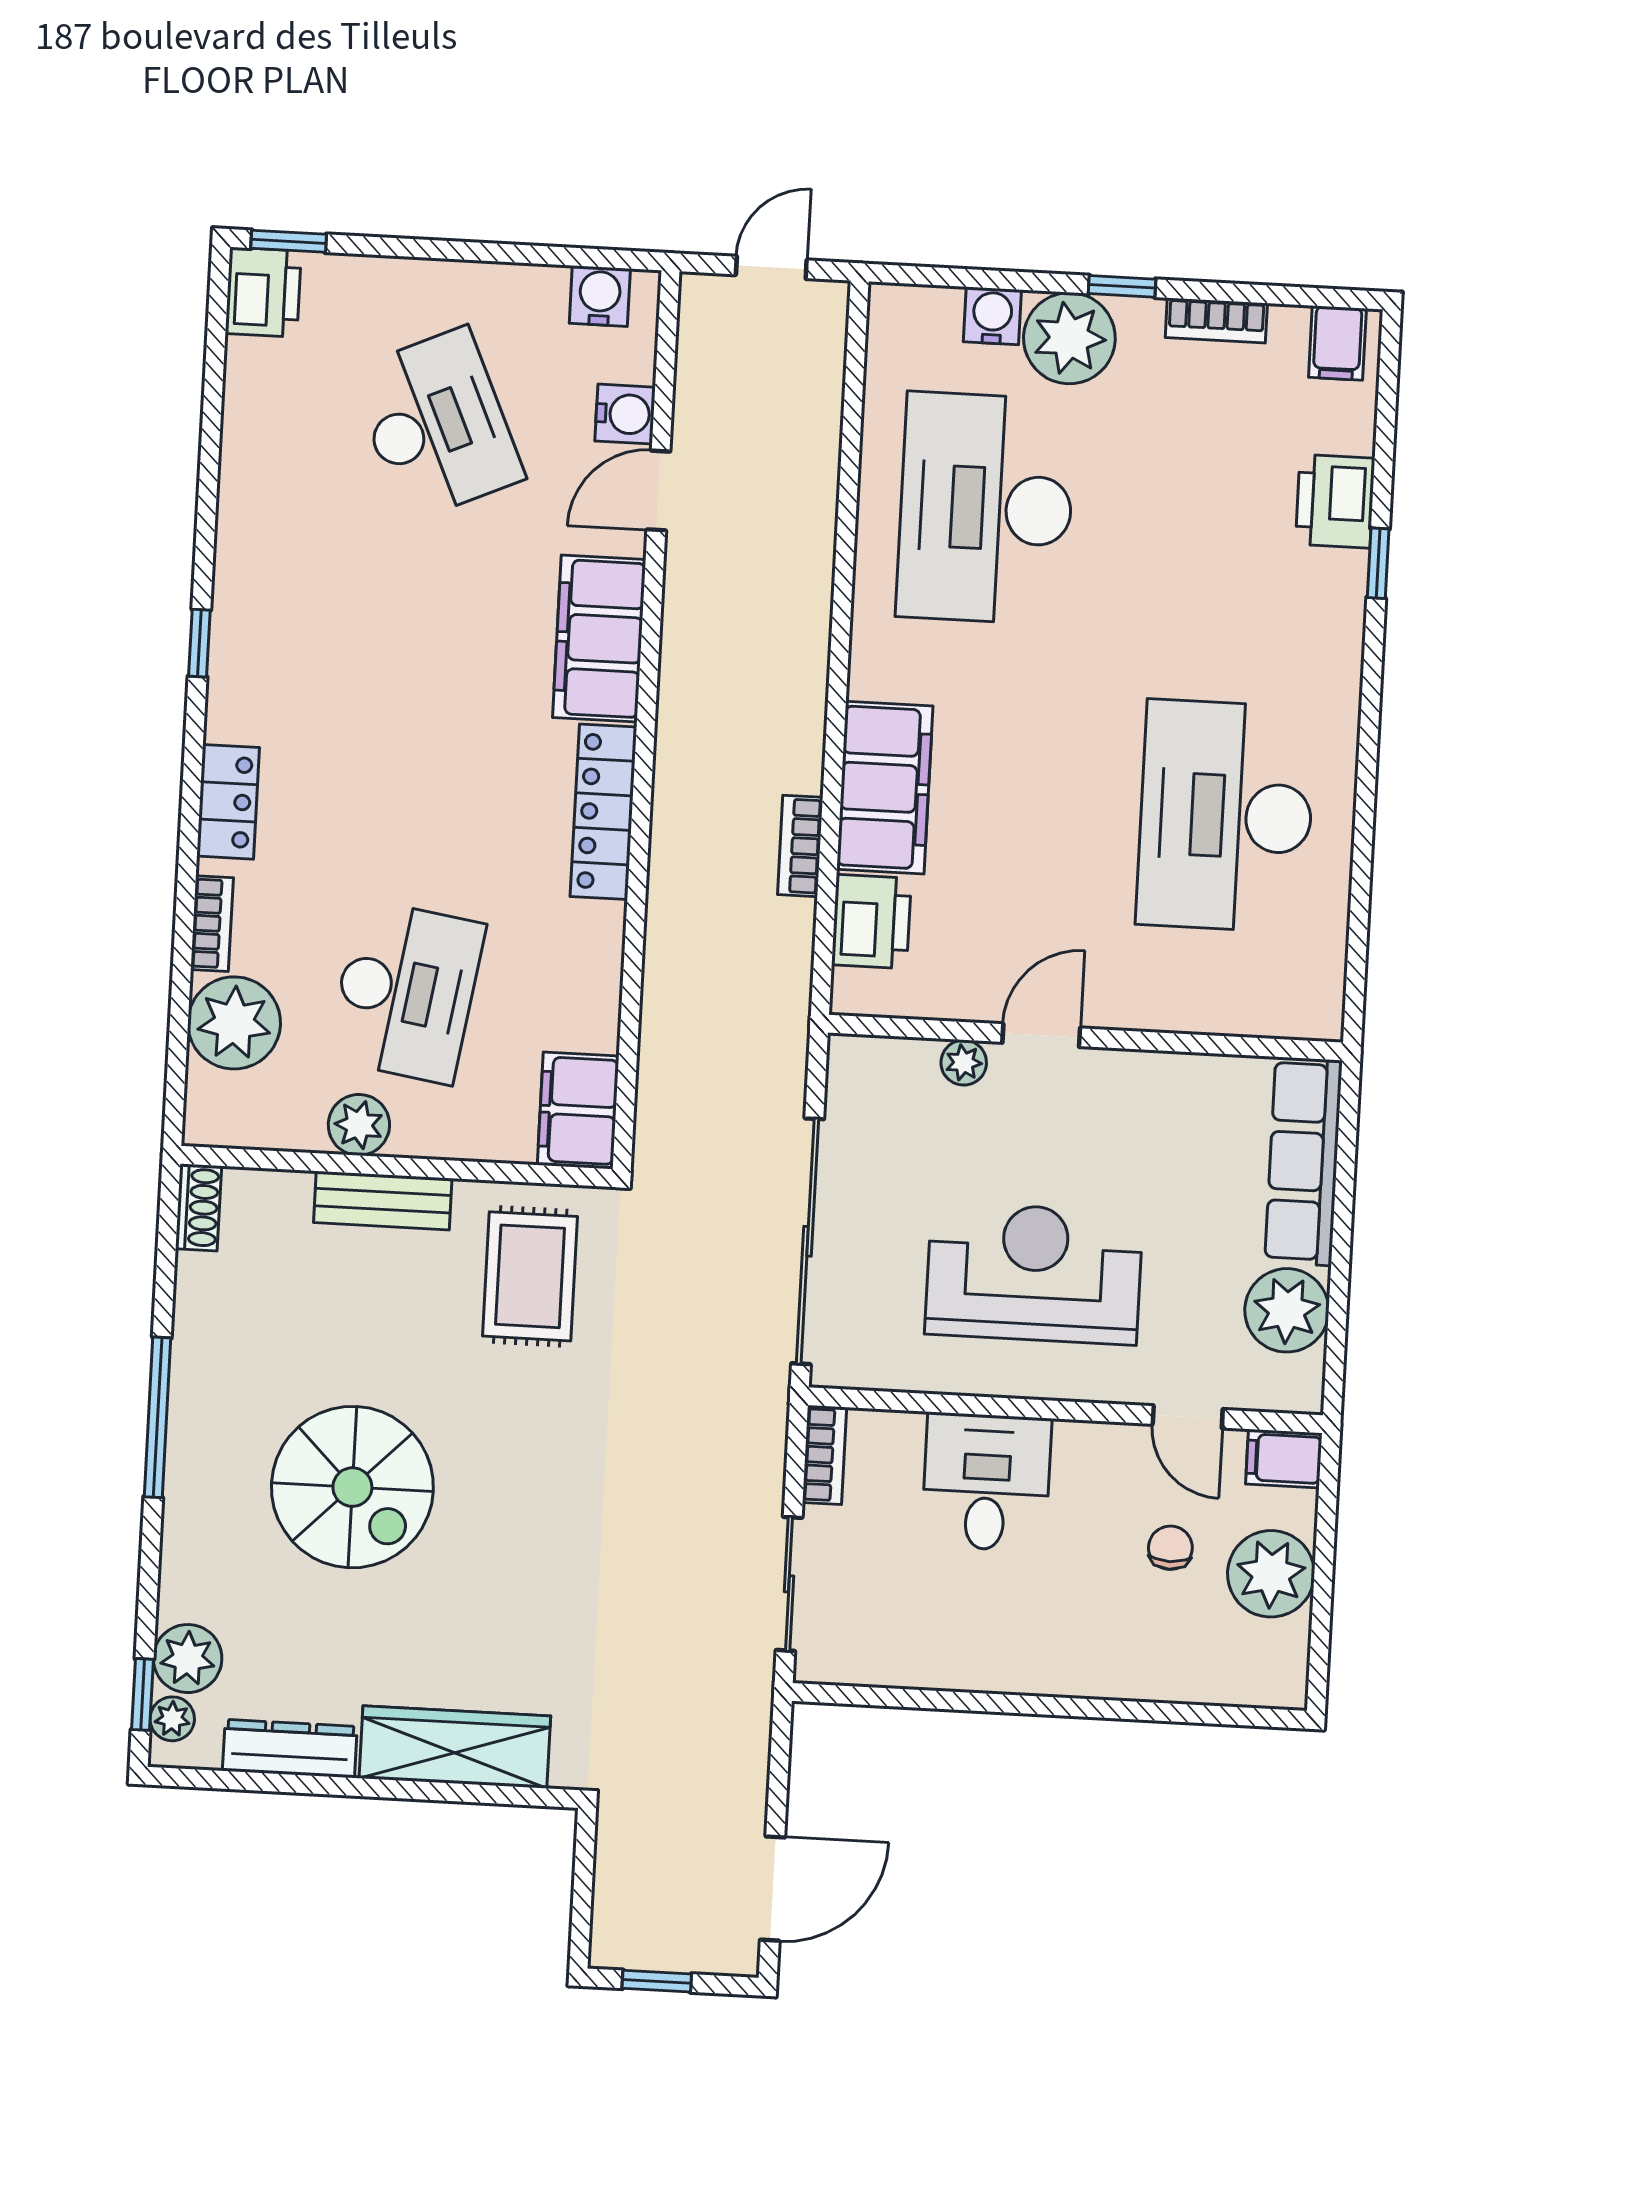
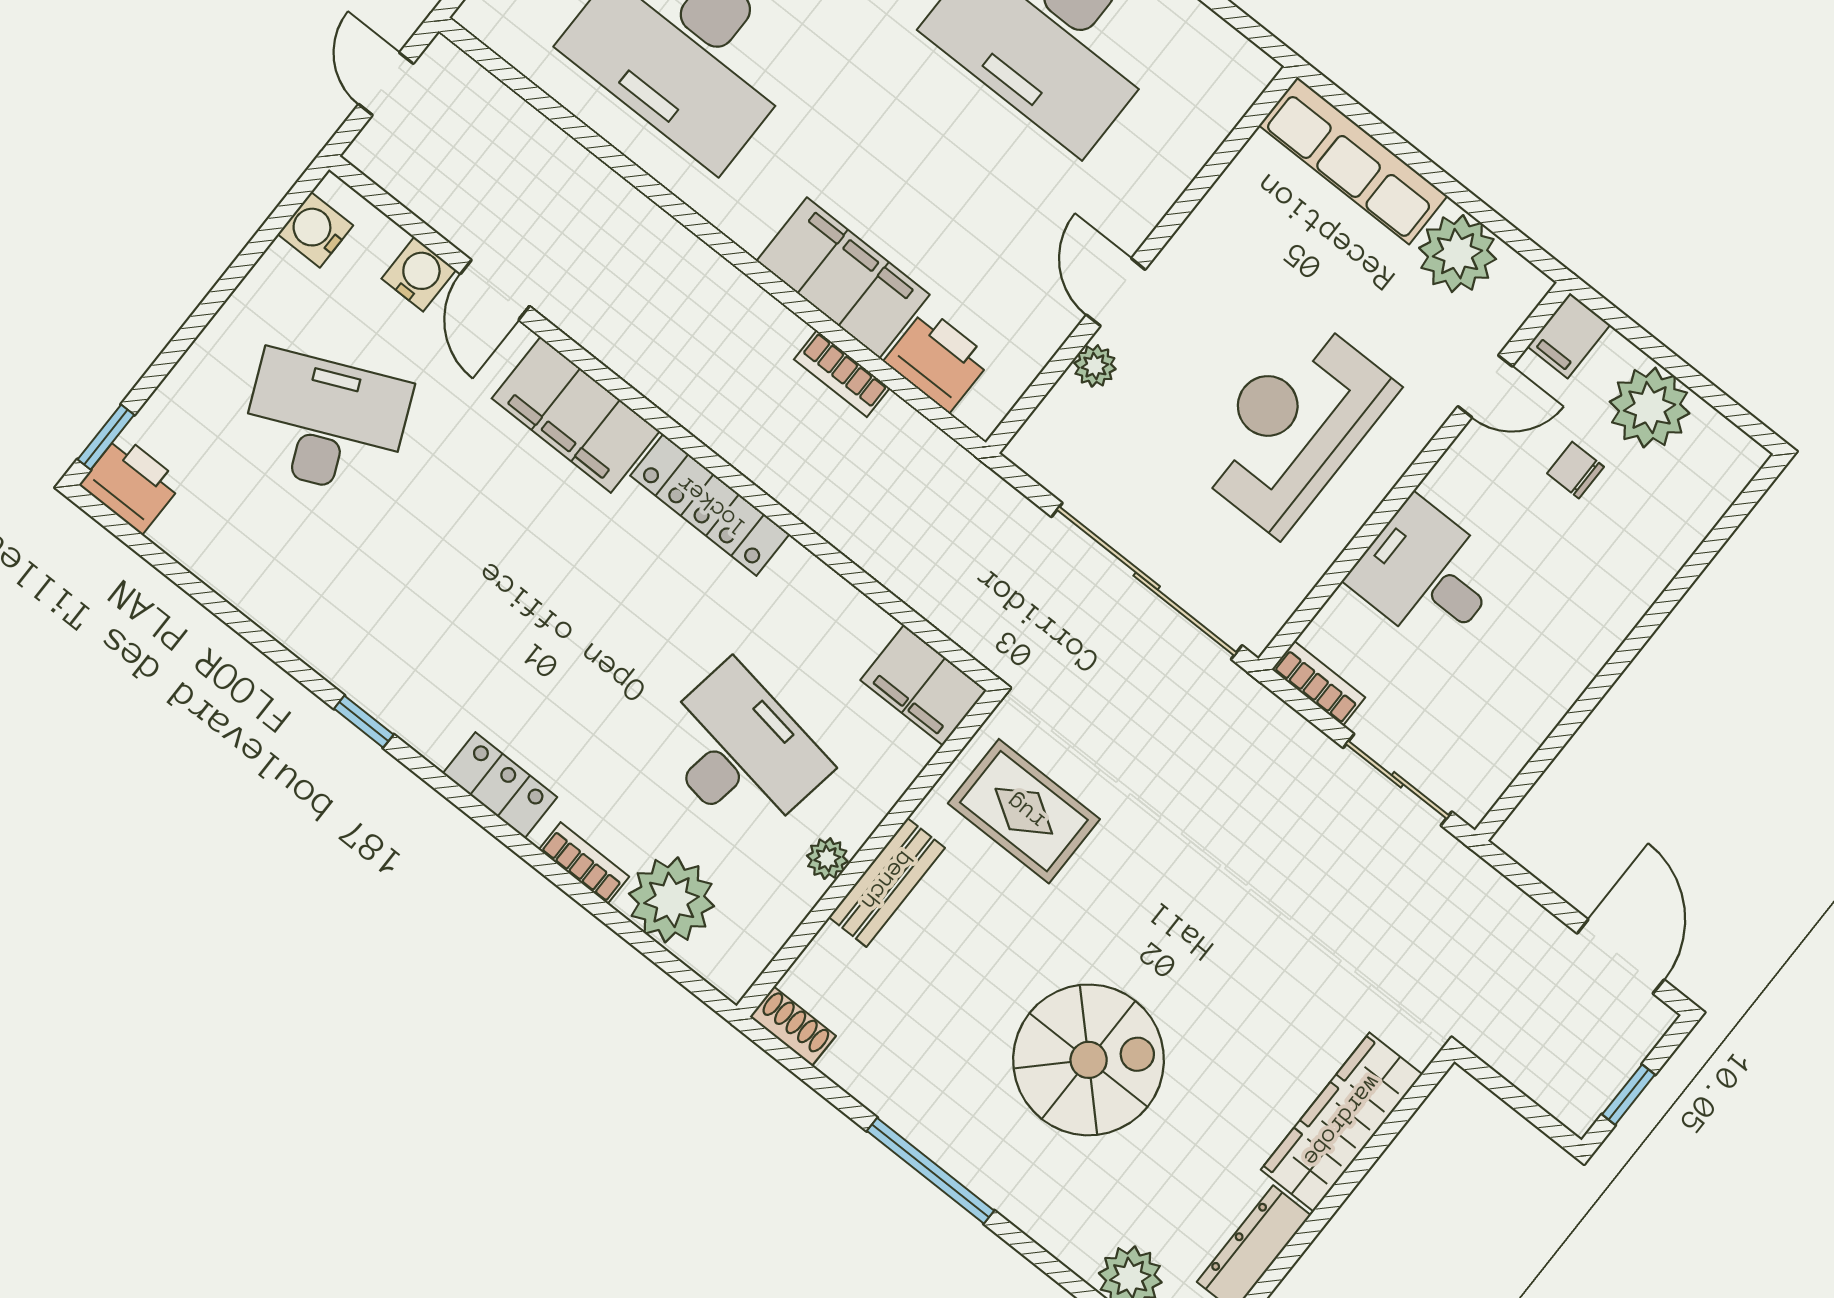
plant: (359, 1125) -> (827, 859), width x0.73, depth x0.73

